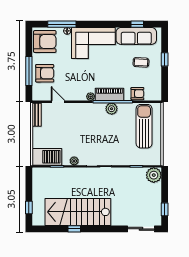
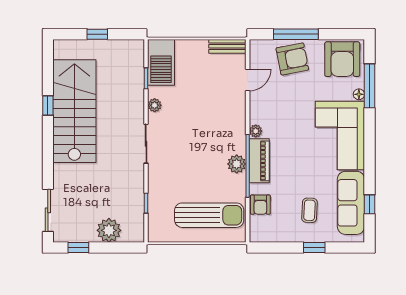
armchair: (45, 73) -> (292, 59), turned -101
plant: (154, 175) -> (109, 230), moved
window: (29, 207) -> (97, 34), moved

